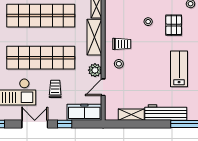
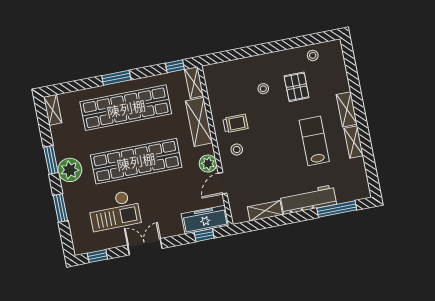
trolley: (55, 89) -> (162, 197), removed
window: (65, 124) -> (204, 235), moved

